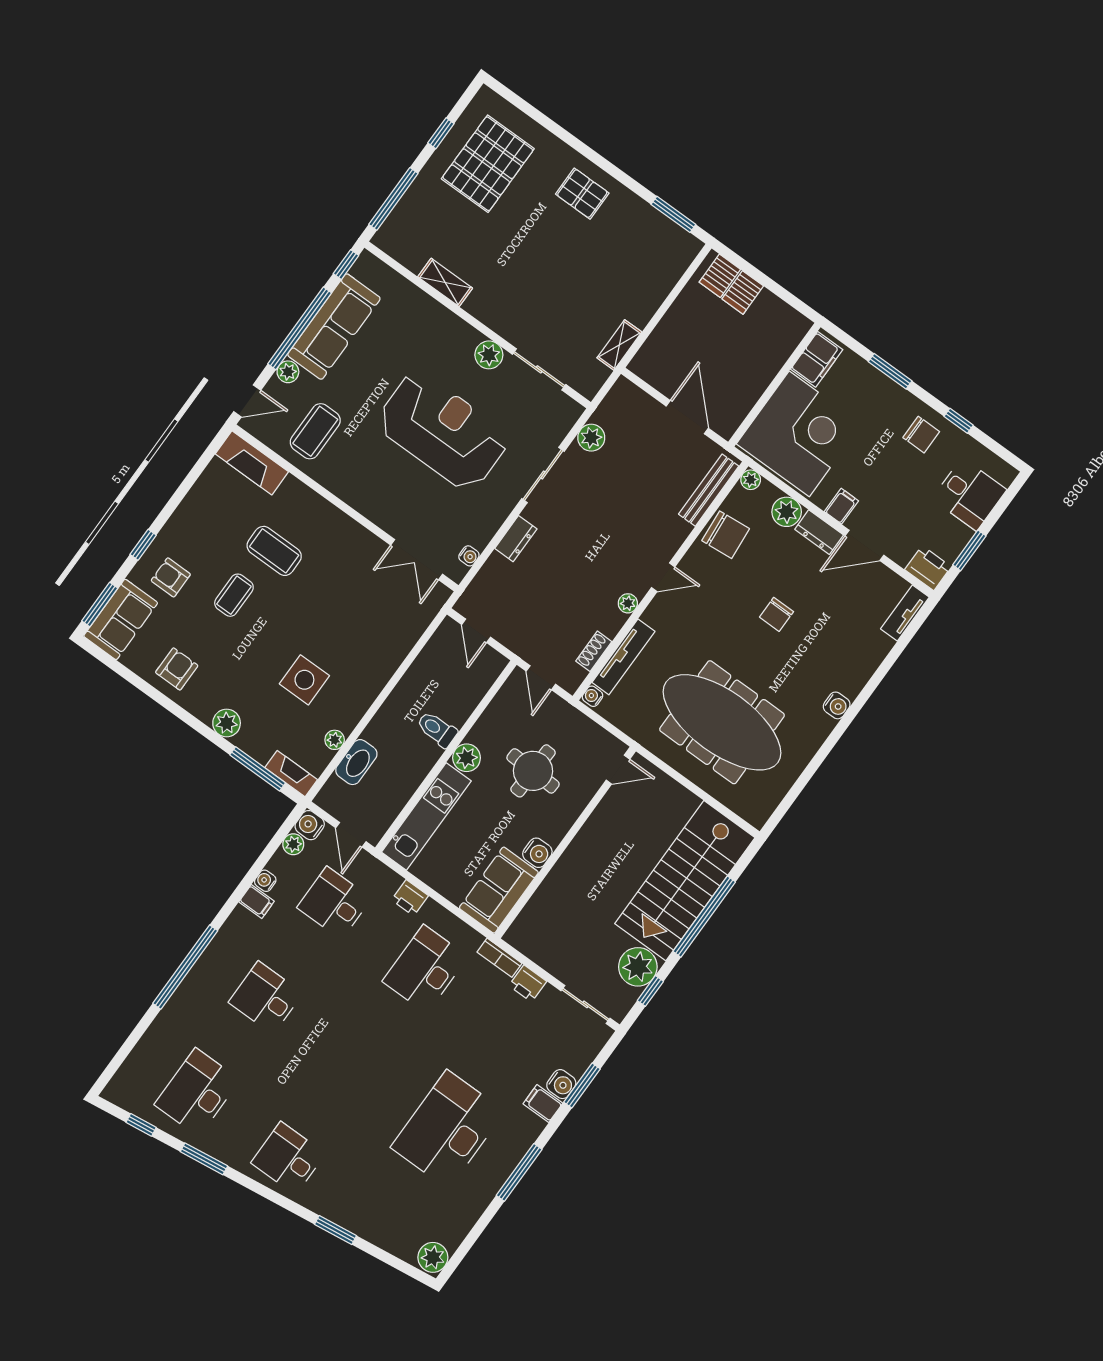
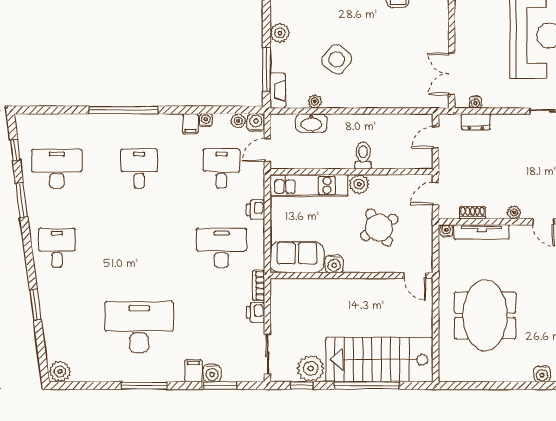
dresser: (516, 539) -> (476, 122), moved
side table: (304, 680) -> (337, 59), turned 38
meeting table: (722, 722) -> (485, 315), width x0.73
round table: (533, 771) -> (379, 228), turned -33

